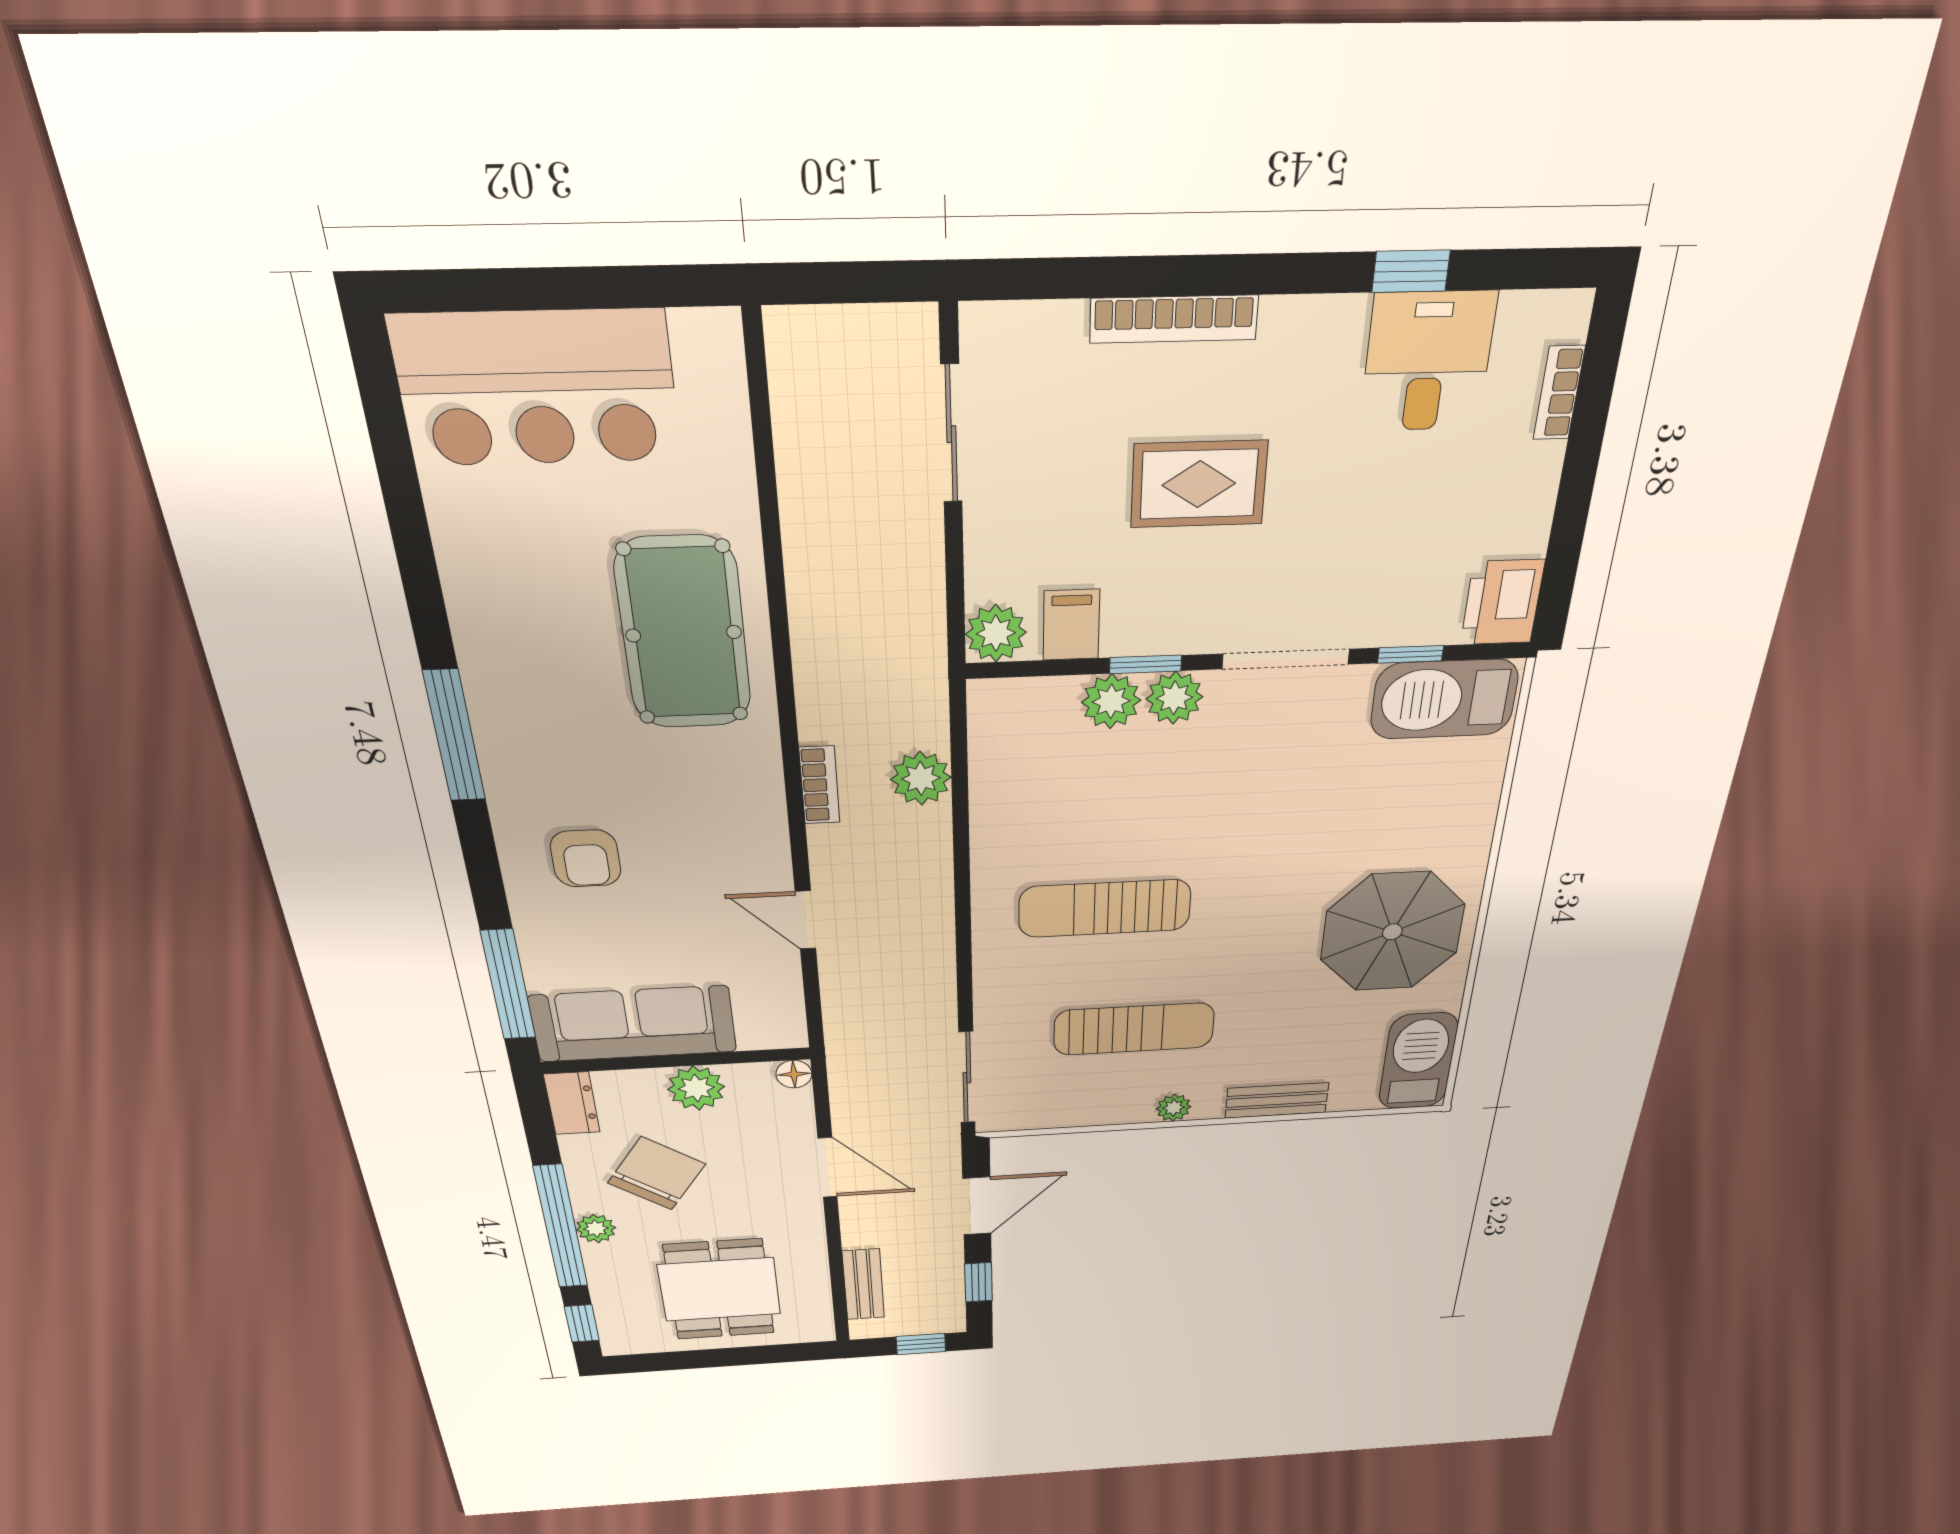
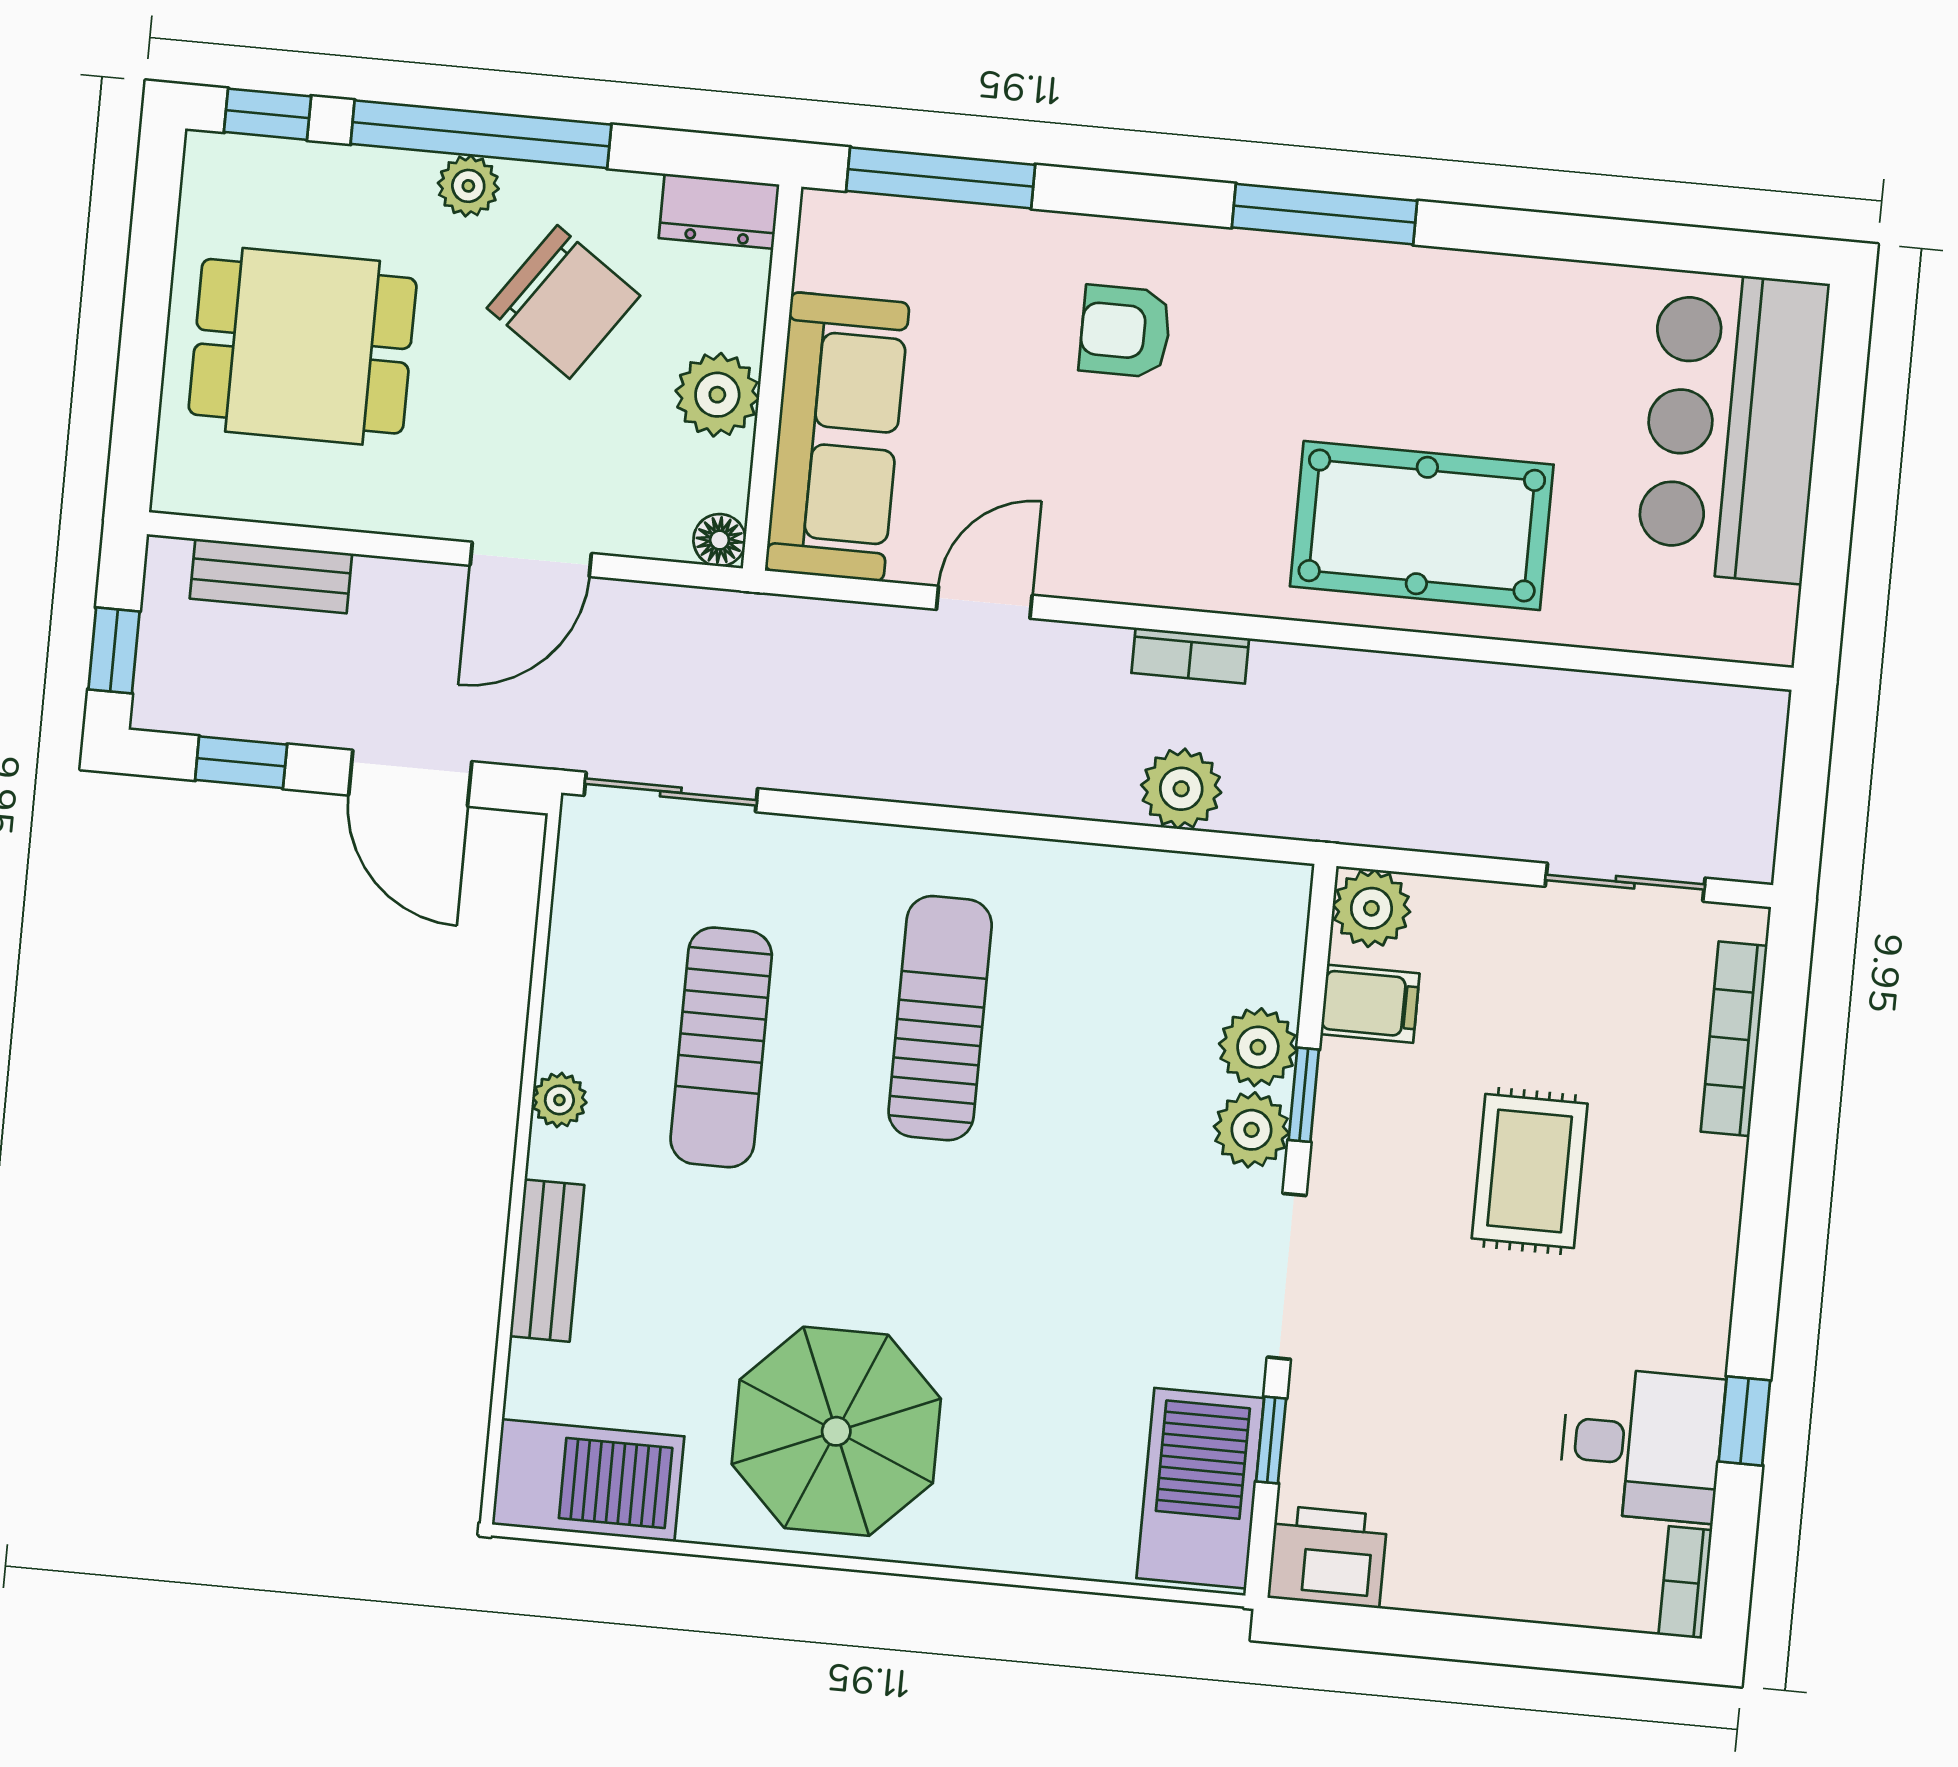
bookcase: (1174, 319) -> (1734, 1039), moved
bookcase: (1559, 393) -> (1685, 1582), moved, turned -90
sofa: (633, 1024) -> (837, 437), moved

